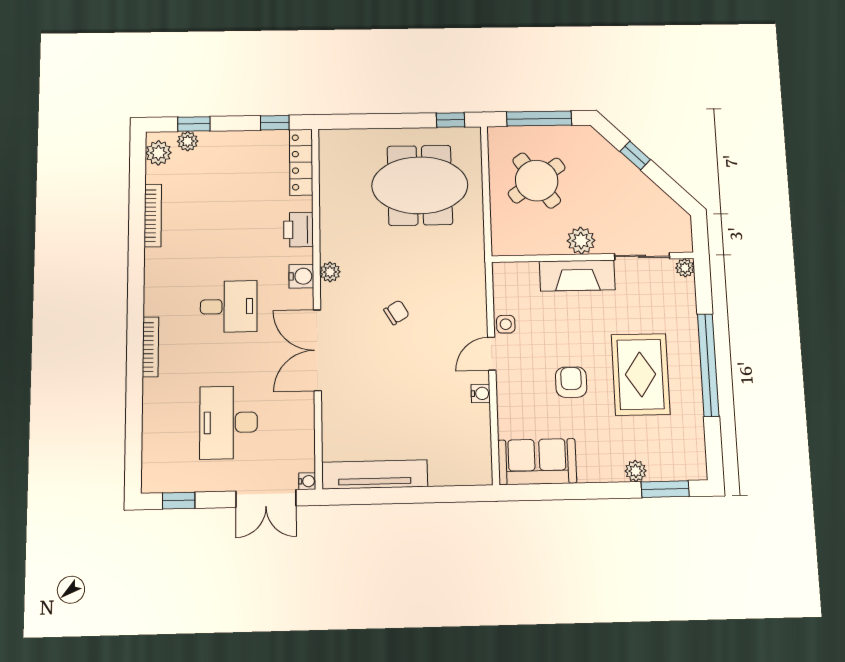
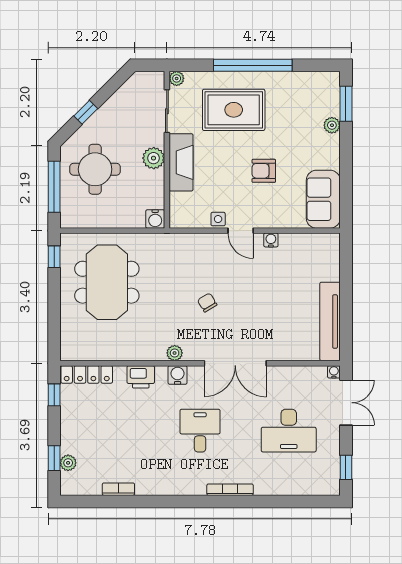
plant: (158, 153) -> (77, 485), removed
round table: (537, 181) -> (95, 169), moved, turned 35
bookcase: (153, 216) -> (118, 489), width x0.64
water cooler: (503, 244) -> (155, 219), added
rug: (641, 374) -> (234, 110), moved

